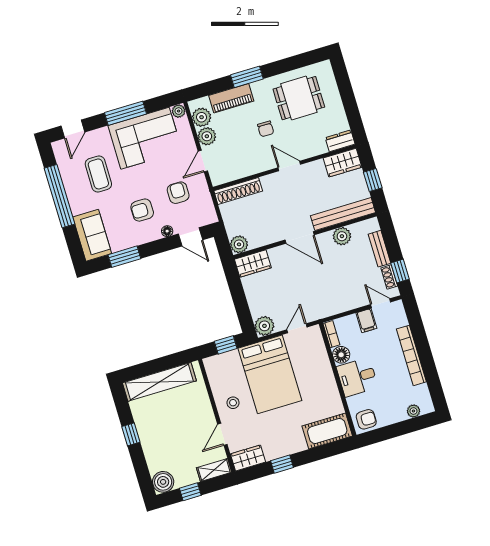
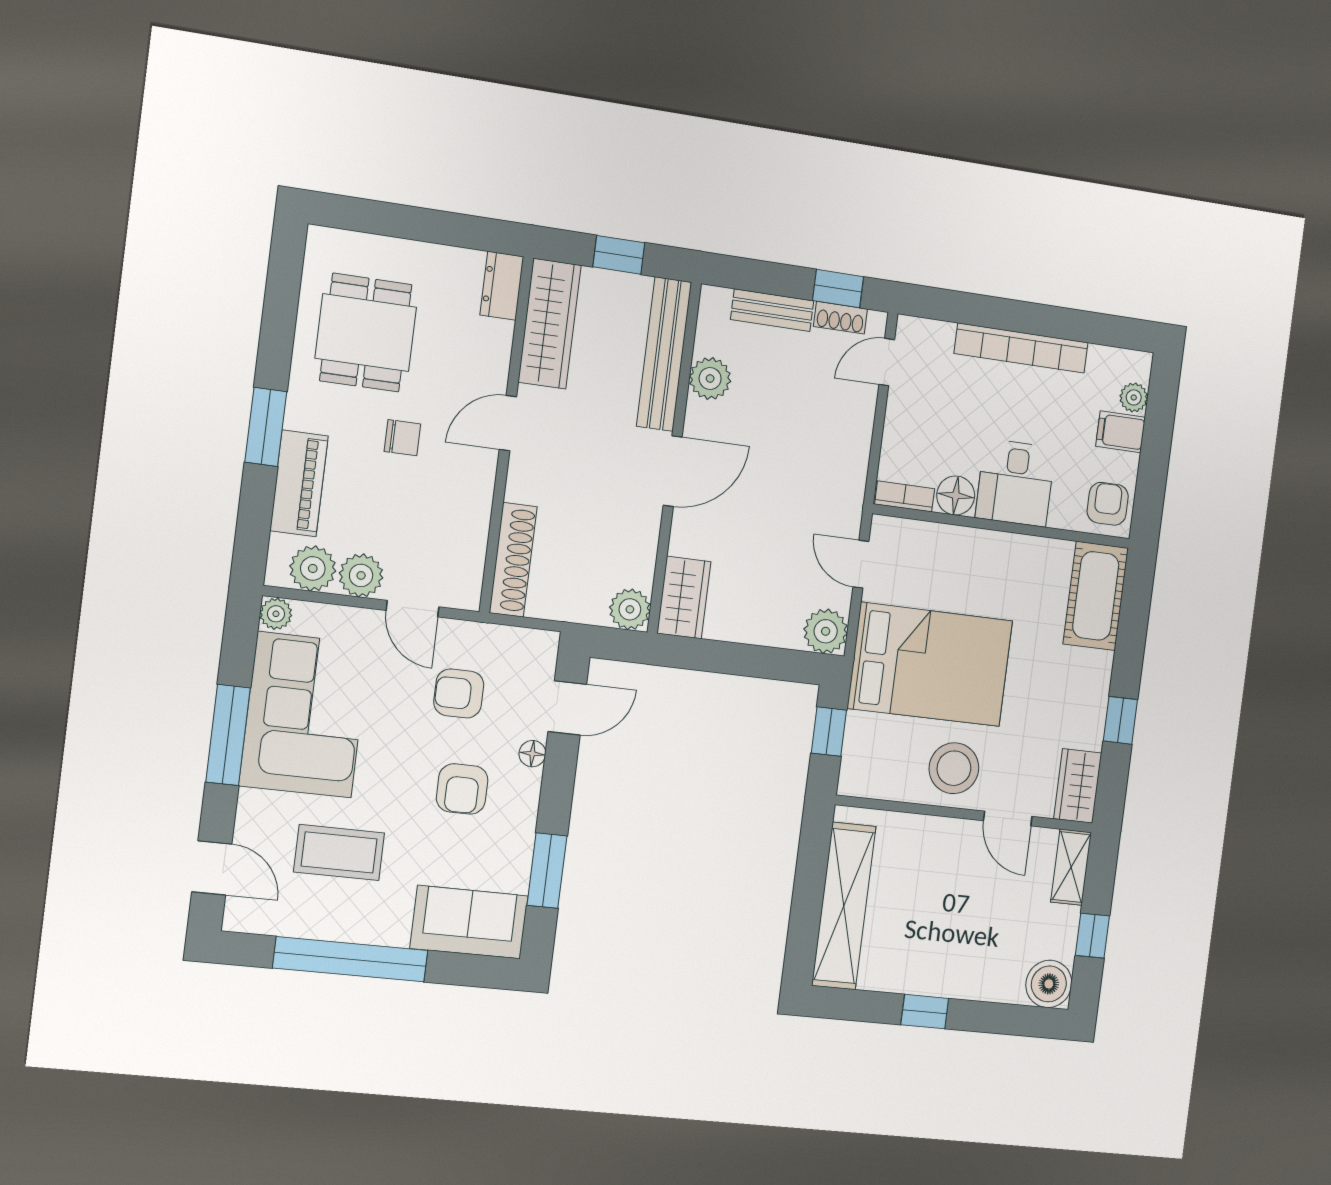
wardrobe: (343, 163) -> (549, 324), width x1.50
filing cabinet: (366, 321) -> (1121, 432), moved, turned 180
stool: (233, 403) -> (954, 768), width x1.89, depth x1.89

